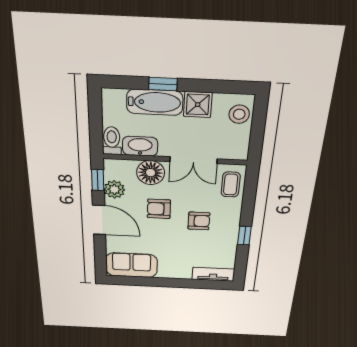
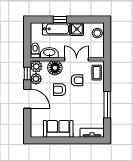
double door: (193, 160) -> (77, 59), swing flipped
plant: (115, 169) -> (36, 66), added
armchair: (199, 221) -> (77, 80), moved
window: (244, 236) -> (107, 105), width x2.17
sofa: (132, 265) -> (58, 129), moved

